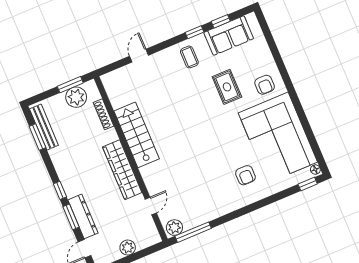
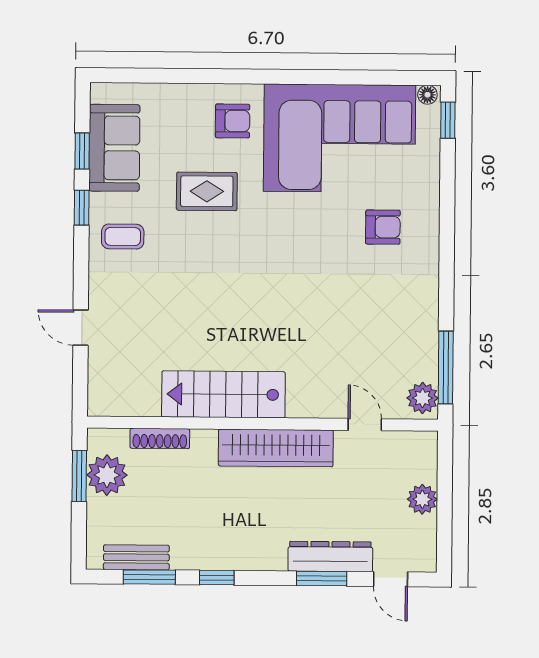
bench: (44, 127) -> (136, 557), width x0.73
window: (60, 190) -> (217, 578), moved

